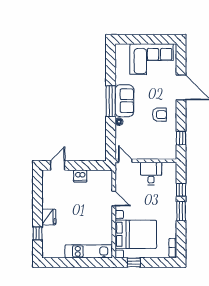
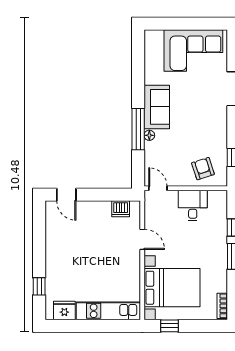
window: (111, 101) -> (138, 129), moved
armchair: (159, 115) -> (203, 169), moved, turned -108
door: (58, 165) -> (66, 195), swing flipped
dishwasher: (80, 176) -> (121, 209), moved
fridge: (49, 217) -> (64, 311), moved, turned -90

